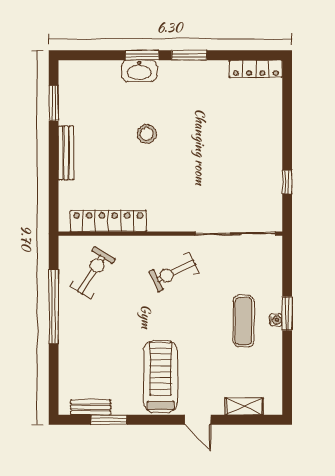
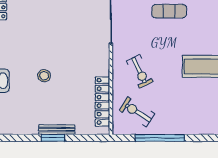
window: (54, 103) -> (53, 138), moved
exercise bike: (174, 272) -> (140, 71), moved

